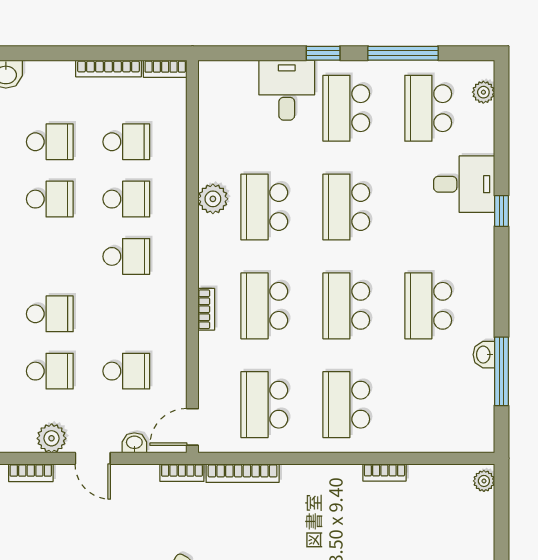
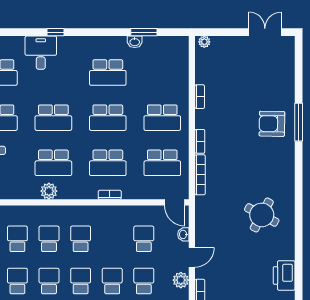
school desk: (50, 256) -> (81, 281), added
window: (501, 371) -> (144, 32), width x0.69
bookcase: (182, 473) -> (200, 141), moved

